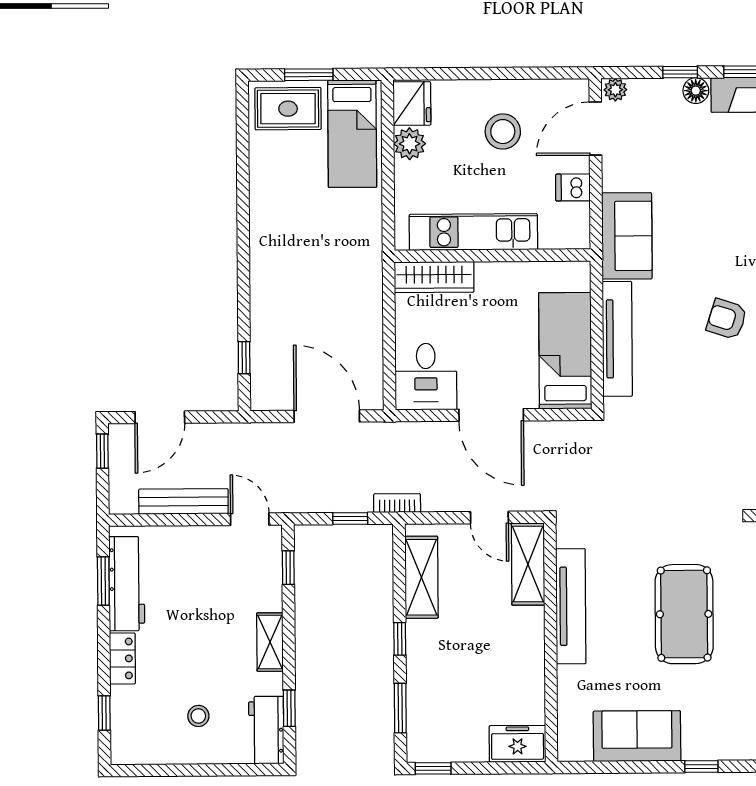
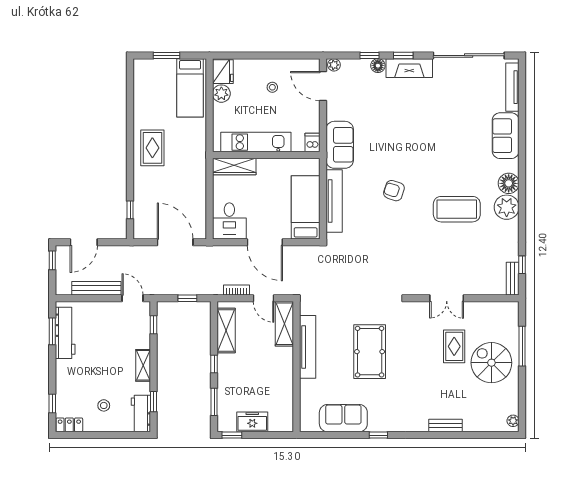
rug: (288, 109) -> (152, 148), moved, turned 90
door: (595, 129) -> (323, 86), hinge flipped
stool: (503, 132) -> (272, 87), width x0.53, depth x0.53
dishwasher: (573, 187) -> (313, 143), moved, turned 90
bookcase: (397, 503) -> (237, 290), moved
locker: (122, 658) -> (69, 425), moved, turned -90
freezer: (518, 744) -> (252, 422), moved

